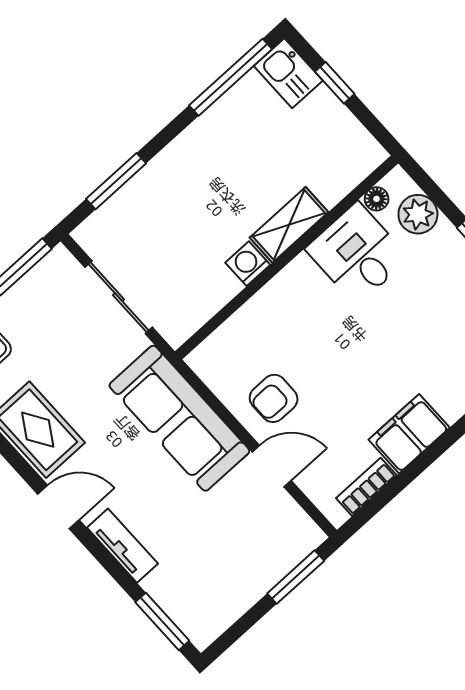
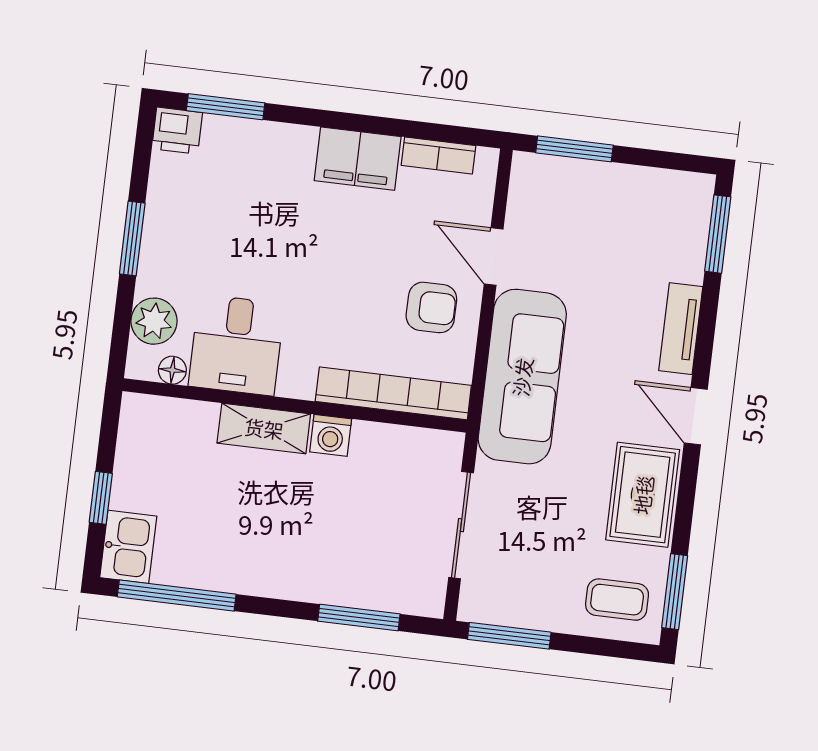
bookcase: (240, 327) -> (393, 393), added

